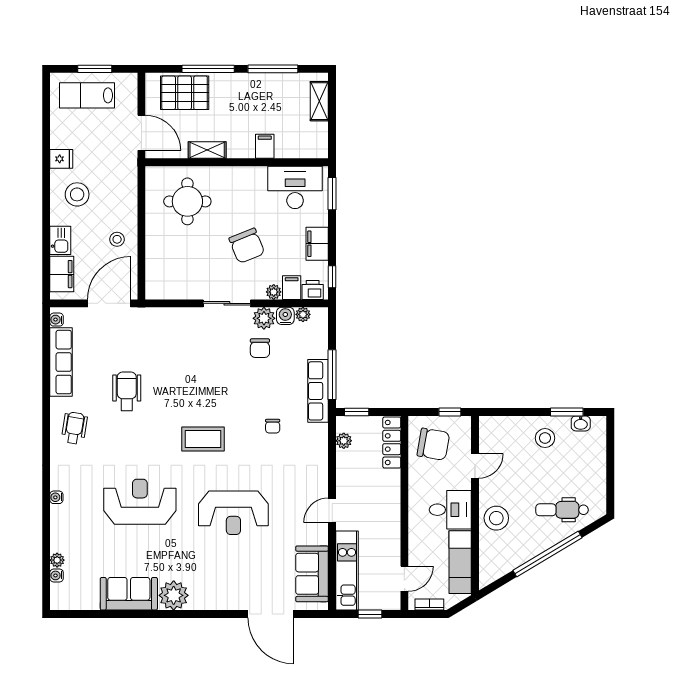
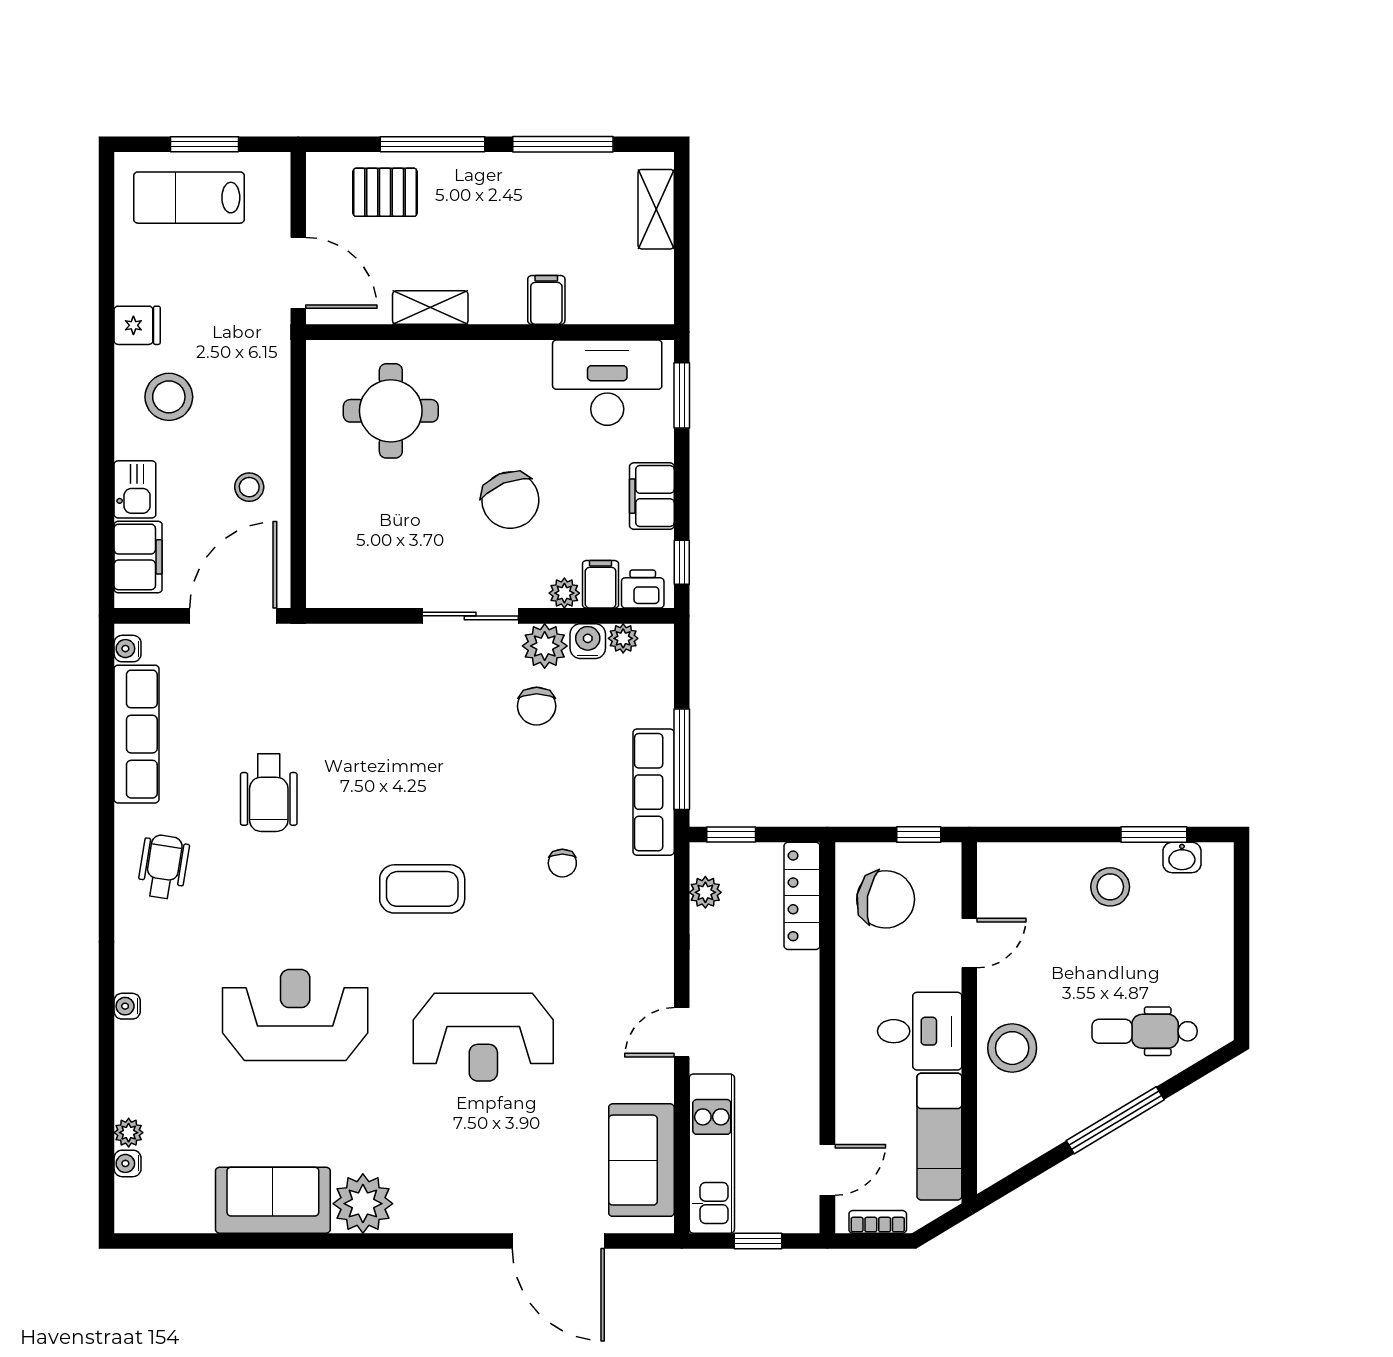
pallet: (185, 93) -> (385, 192), width x0.67, depth x0.71
wheelchair: (127, 391) -> (269, 793), turned 180
window: (548, 554) -> (1115, 1120), width x0.68

